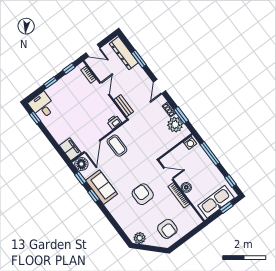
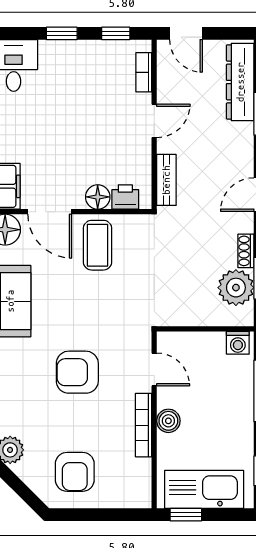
floor lamp: (105, 129) -> (98, 197), added
door: (92, 146) -> (50, 212), hinge flipped
armchair: (143, 194) -> (77, 372), turned -90
window: (226, 207) -> (186, 515), moved

